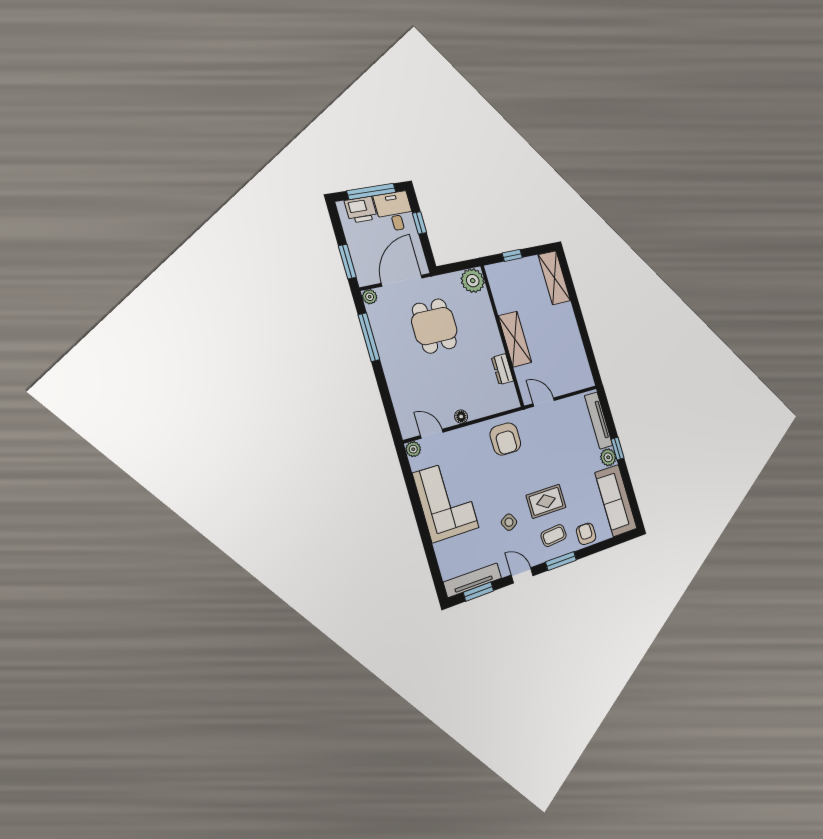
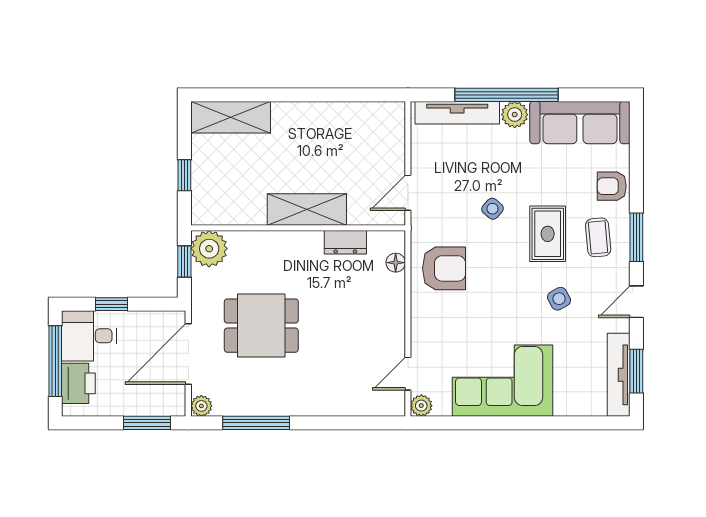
window: (460, 266) -> (184, 261), added
door: (402, 281) -> (188, 354), hinge flipped
floor lamp: (461, 417) -> (396, 263), moved
window: (617, 449) -> (506, 95), width x3.17
side table: (550, 460) -> (493, 209), added

